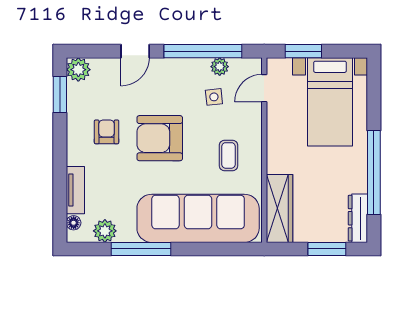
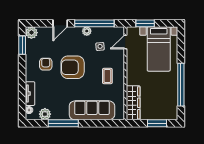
plant: (220, 67) -> (87, 31), moved
sofa: (198, 218) -> (92, 110), width x0.74, depth x0.79
dresser: (358, 218) -> (173, 108), removed

